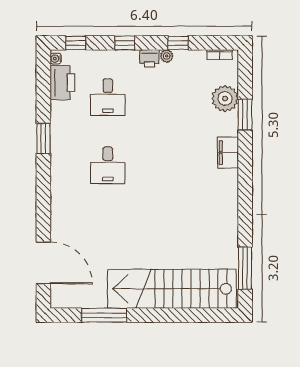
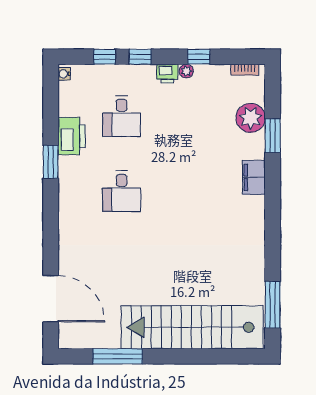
window: (76, 43) -> (105, 57), moved
printer: (62, 83) -> (72, 136), moved

